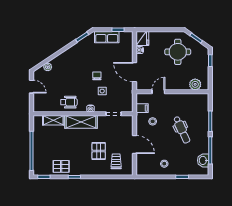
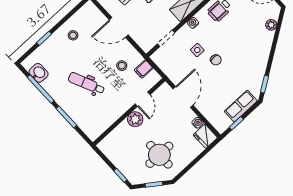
door: (135, 72) -> (183, 97), hinge flipped
plant: (195, 84) -> (135, 119), moved

